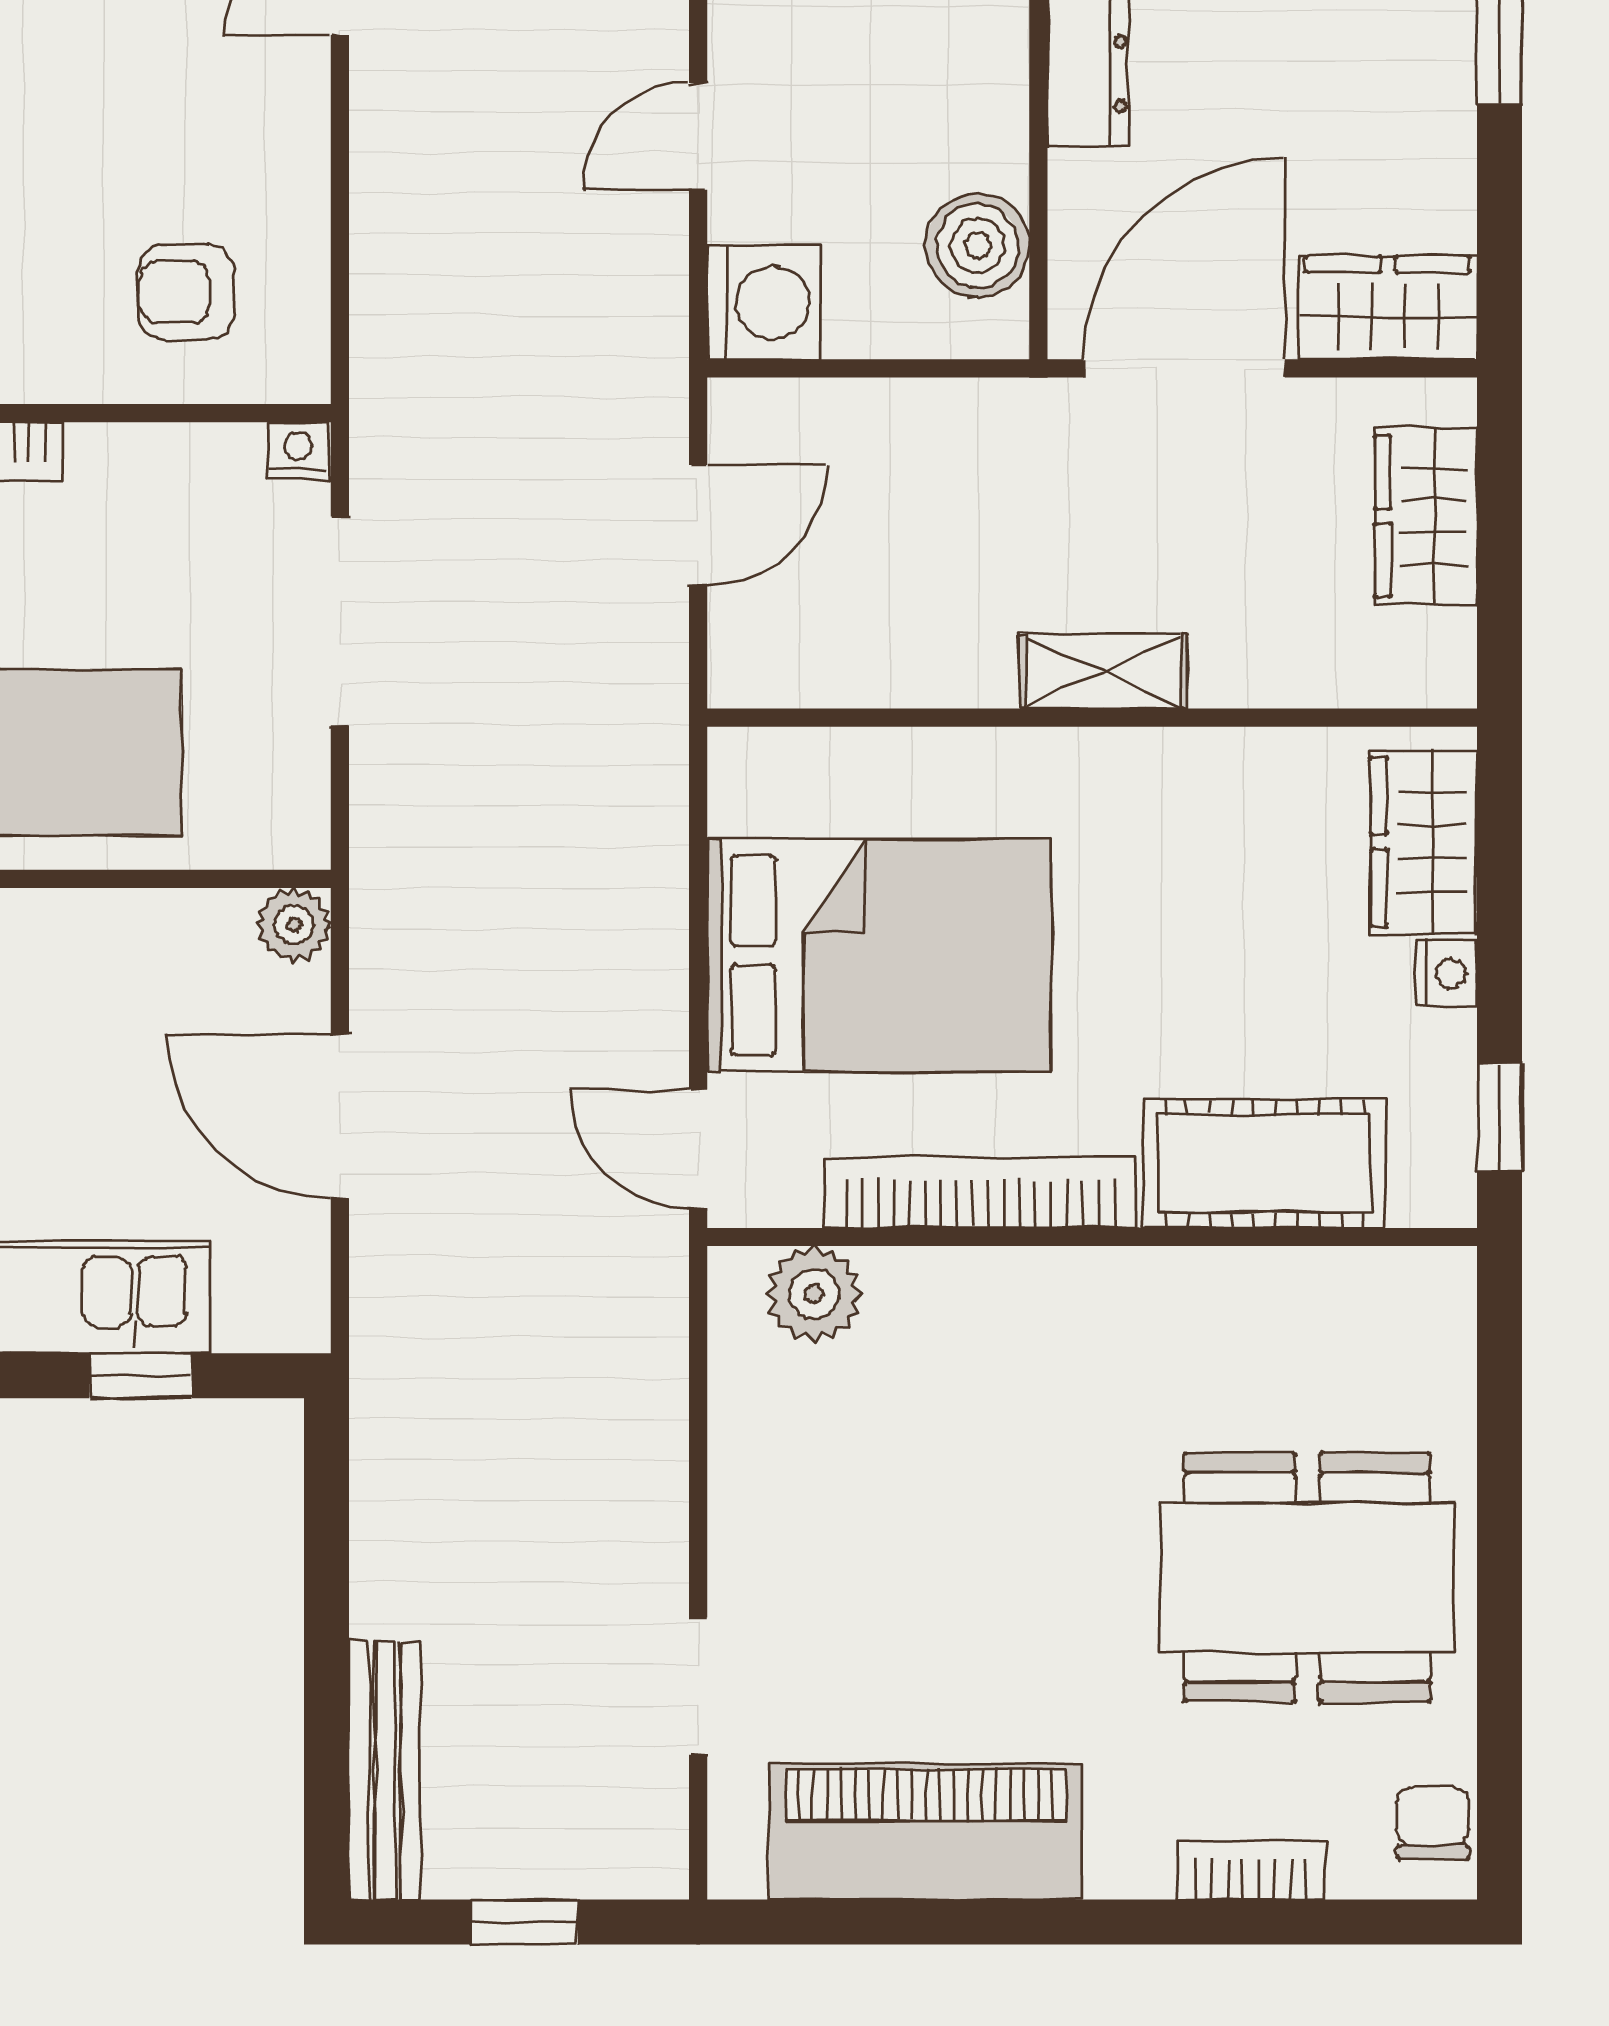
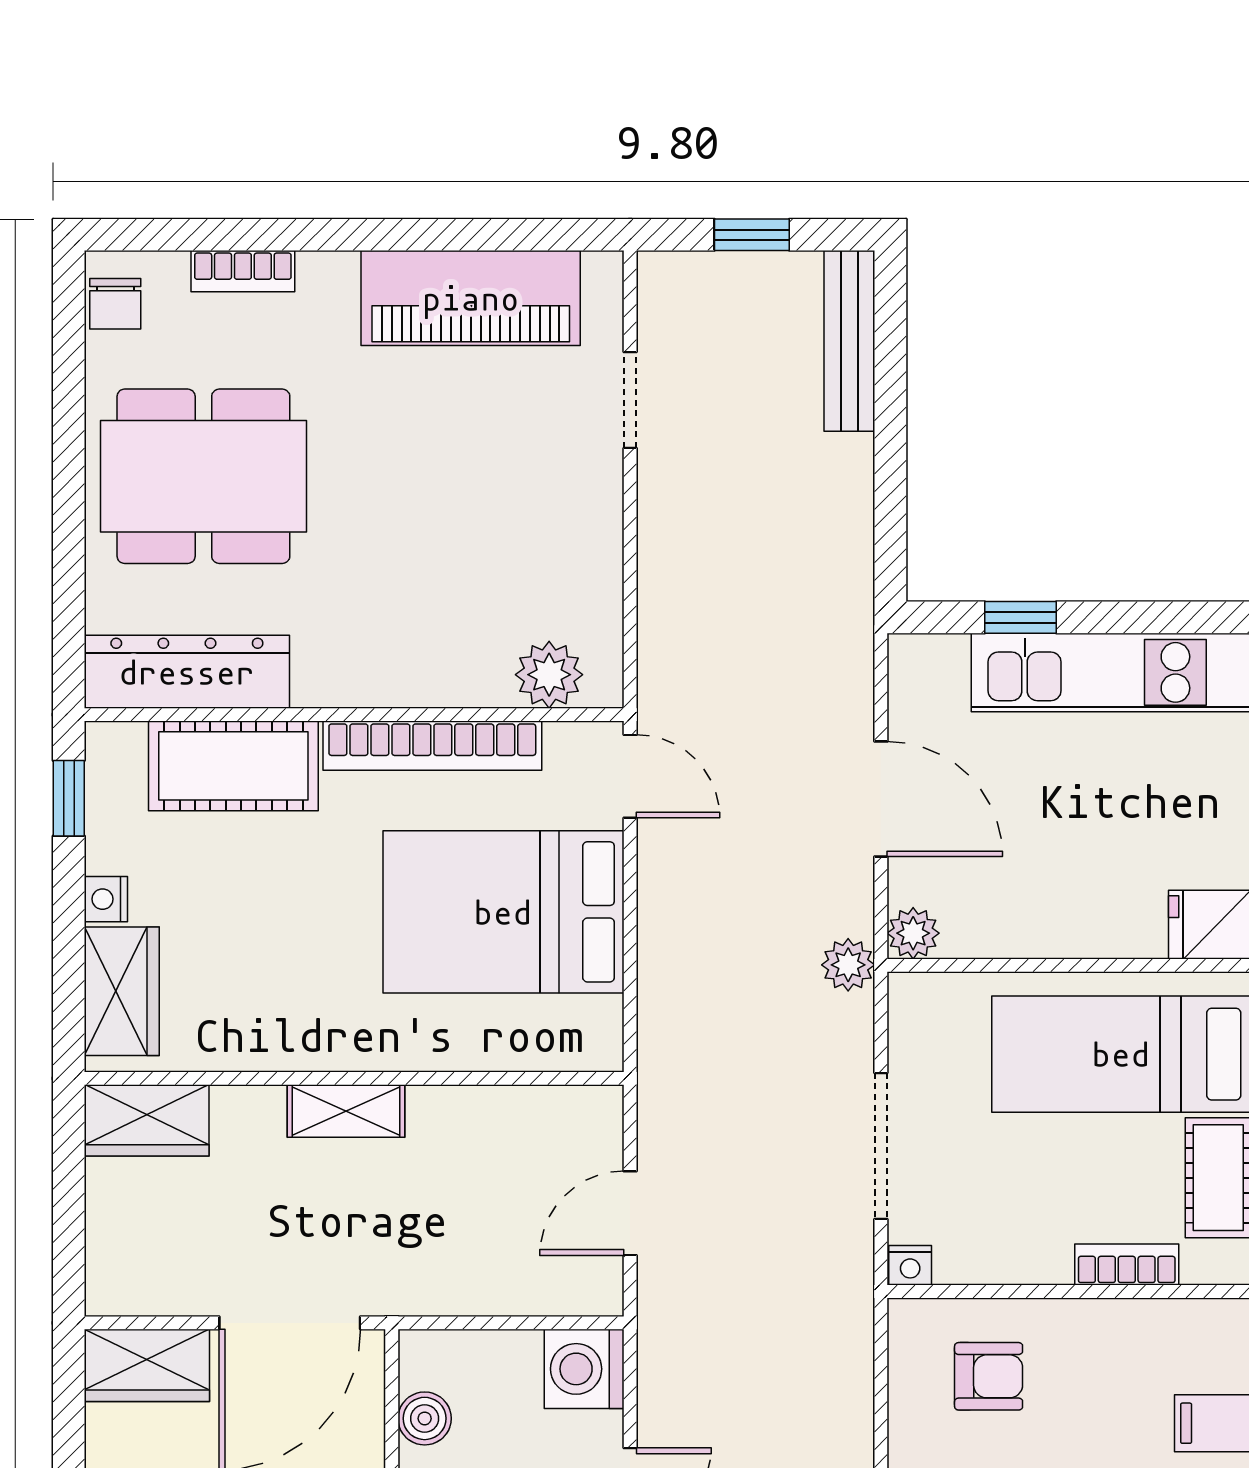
boiler: (978, 246) -> (425, 1418), width x0.73, depth x0.73
wardrobe: (1426, 516) -> (147, 1120), moved, turned 90
plant: (387, 880) -> (848, 965), added
dresser: (1331, 1298) -> (187, 672), added

